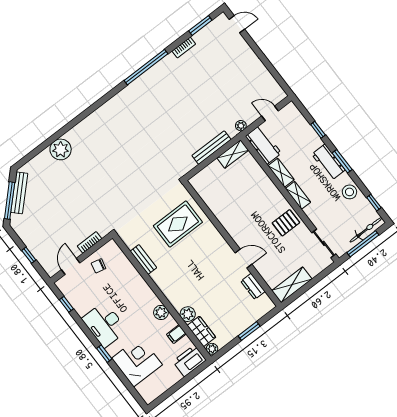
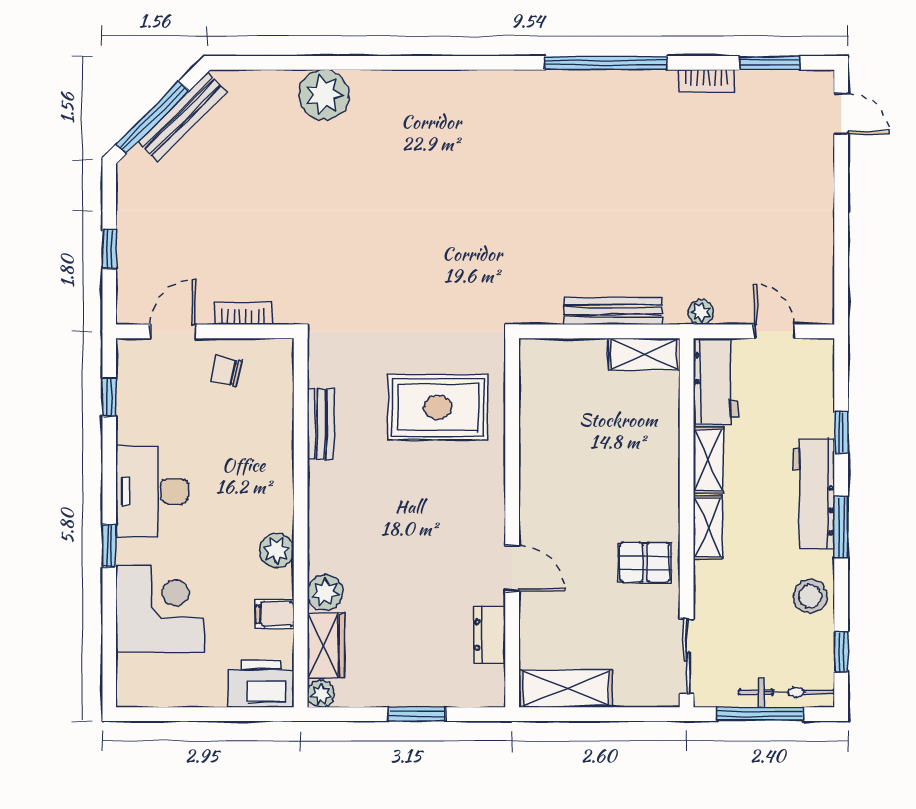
workbench: (328, 162) -> (814, 494), width x1.37

